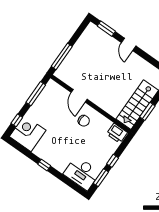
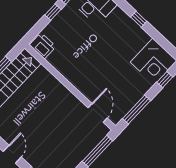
door: (79, 96) -> (98, 113), moved
chair: (84, 121) -> (82, 67), removed

